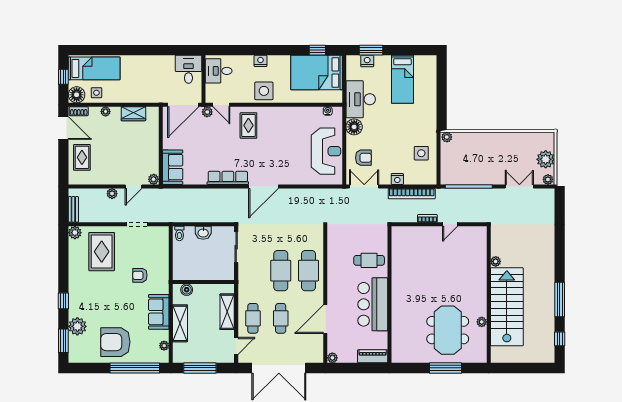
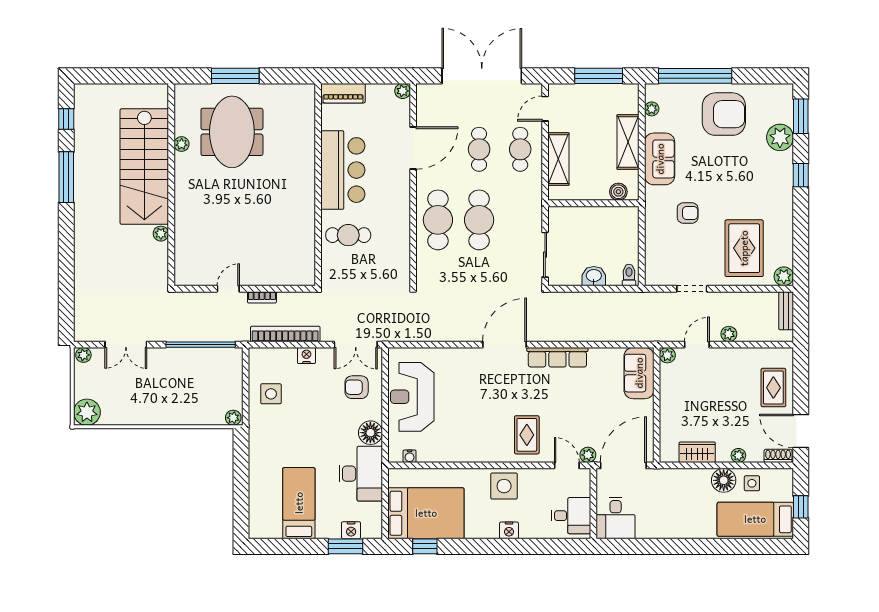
floor lamp: (77, 95) -> (724, 480), moved
plant: (546, 159) -> (87, 412), moved

